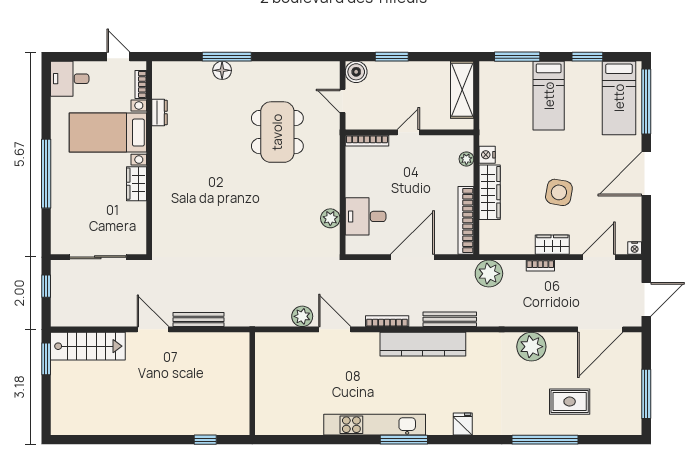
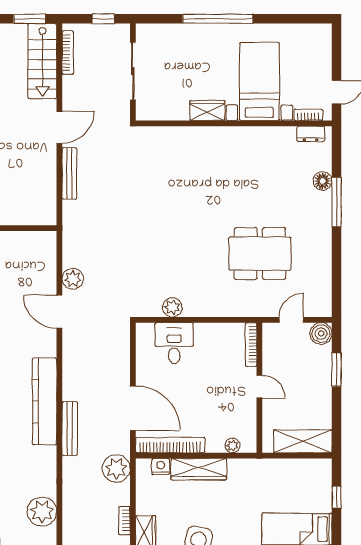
window: (517, 57) -> (337, 497), width x0.46
floor lamp: (222, 70) -> (323, 181), moved
desk: (70, 79) -> (314, 43), removed
dresser: (159, 112) -> (311, 134), moved
nightstand: (487, 155) -> (161, 466), moved
door: (412, 257) -> (133, 408), moved
bookcase: (387, 321) -> (68, 53), moved
door: (335, 329) -> (59, 312), swing flipped

